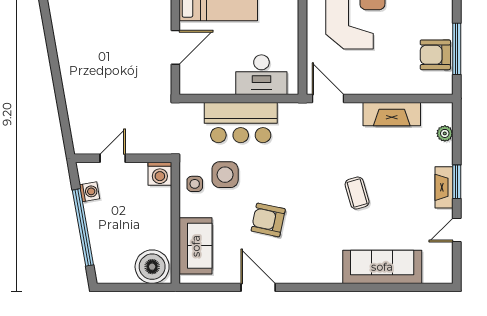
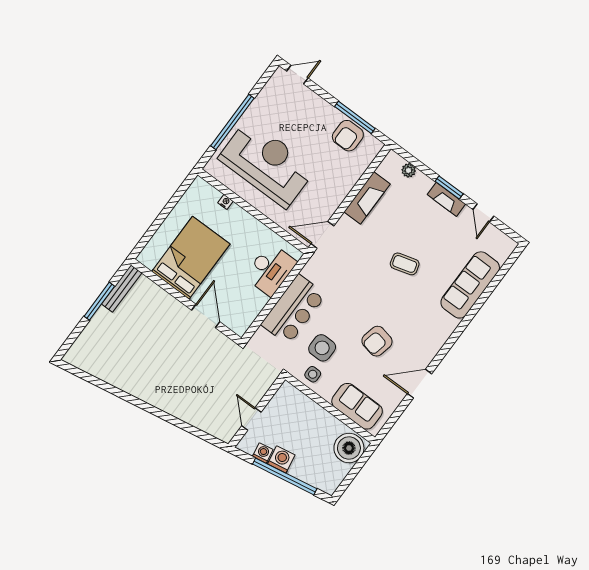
washing machine: (160, 174) -> (281, 459), moved, turned -100

